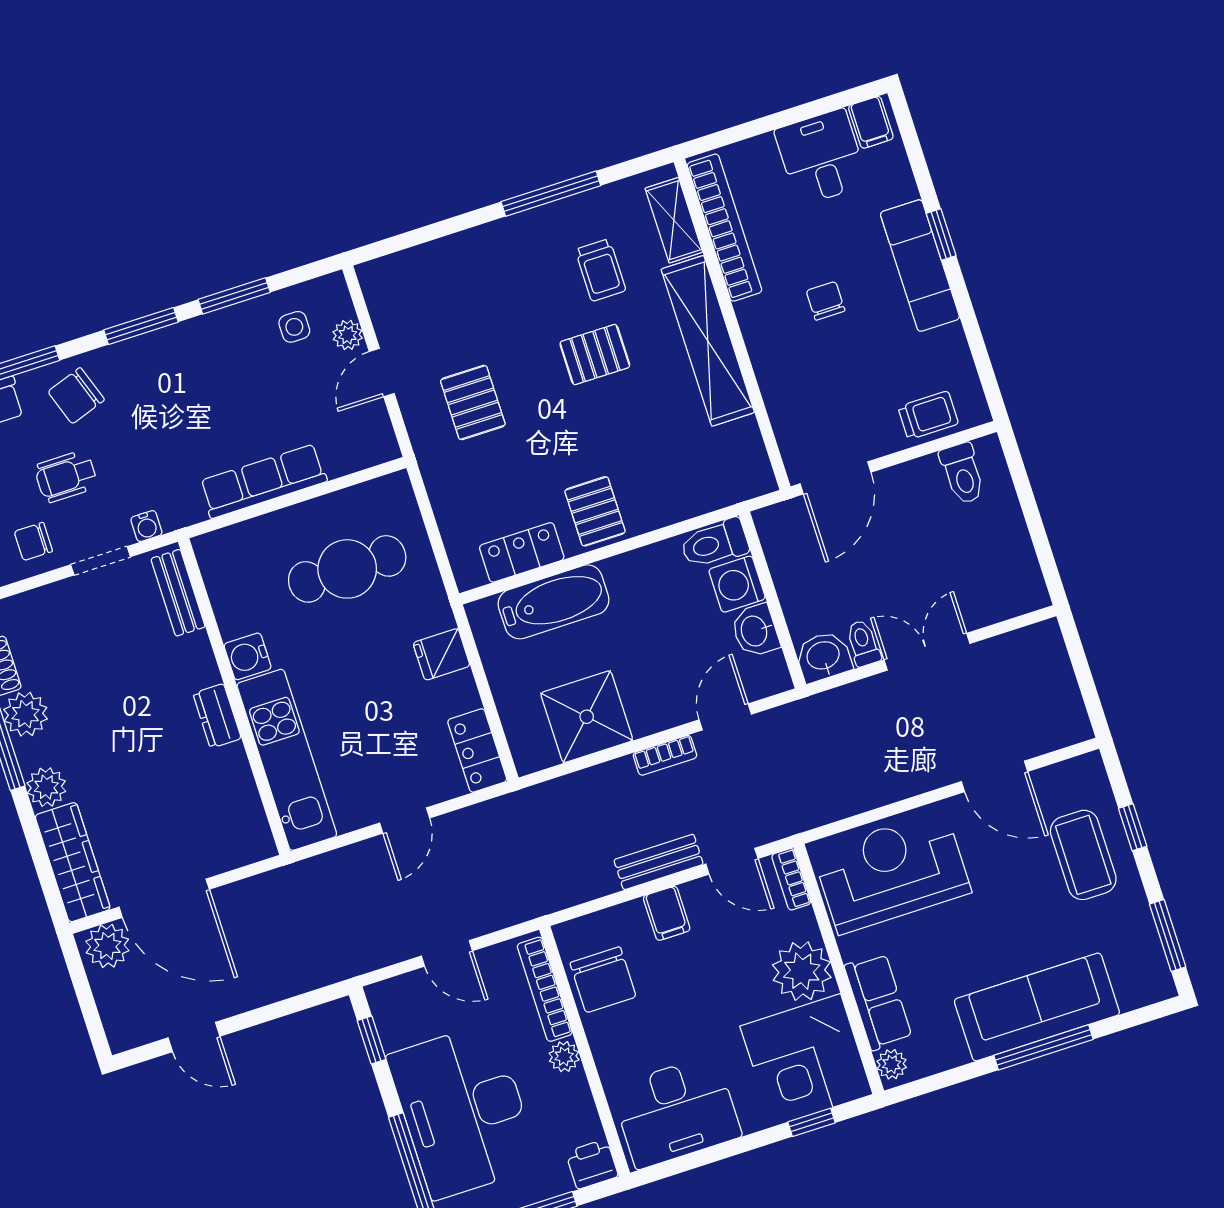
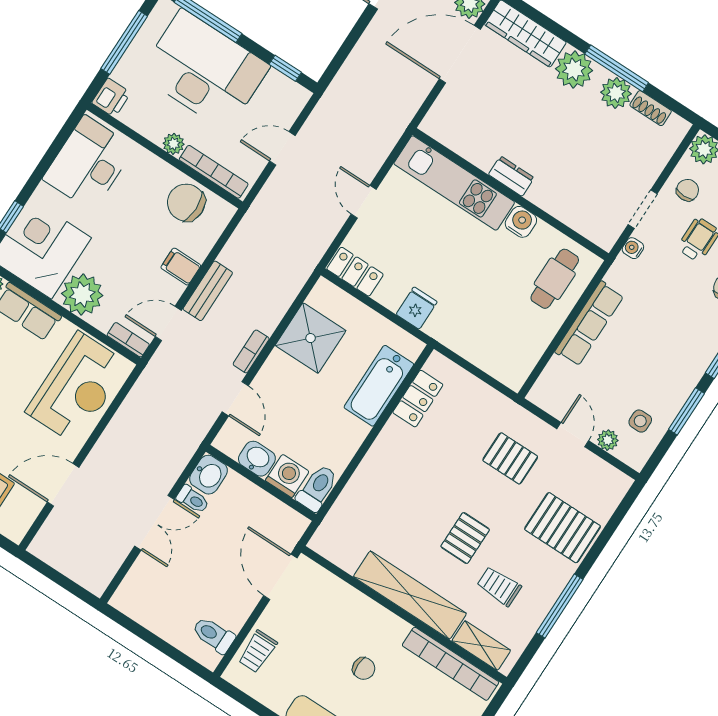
pallet: (595, 511) -> (563, 528), moved, width x1.50, depth x1.42
cafe table: (347, 569) -> (555, 279), moved, width x0.73, depth x0.74
bench: (178, 593) -> (587, 226), removed
plant: (46, 787) -> (574, 70), width x1.36, depth x1.36

